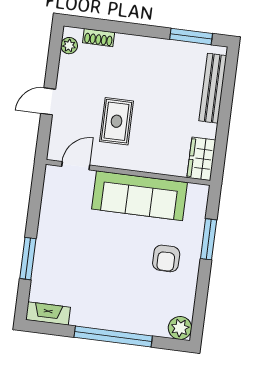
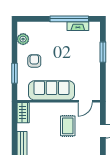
fireplace: (48, 314) -> (78, 26), moved
plant: (180, 328) -> (23, 39), moved
window: (113, 337) -> (69, 19), moved

